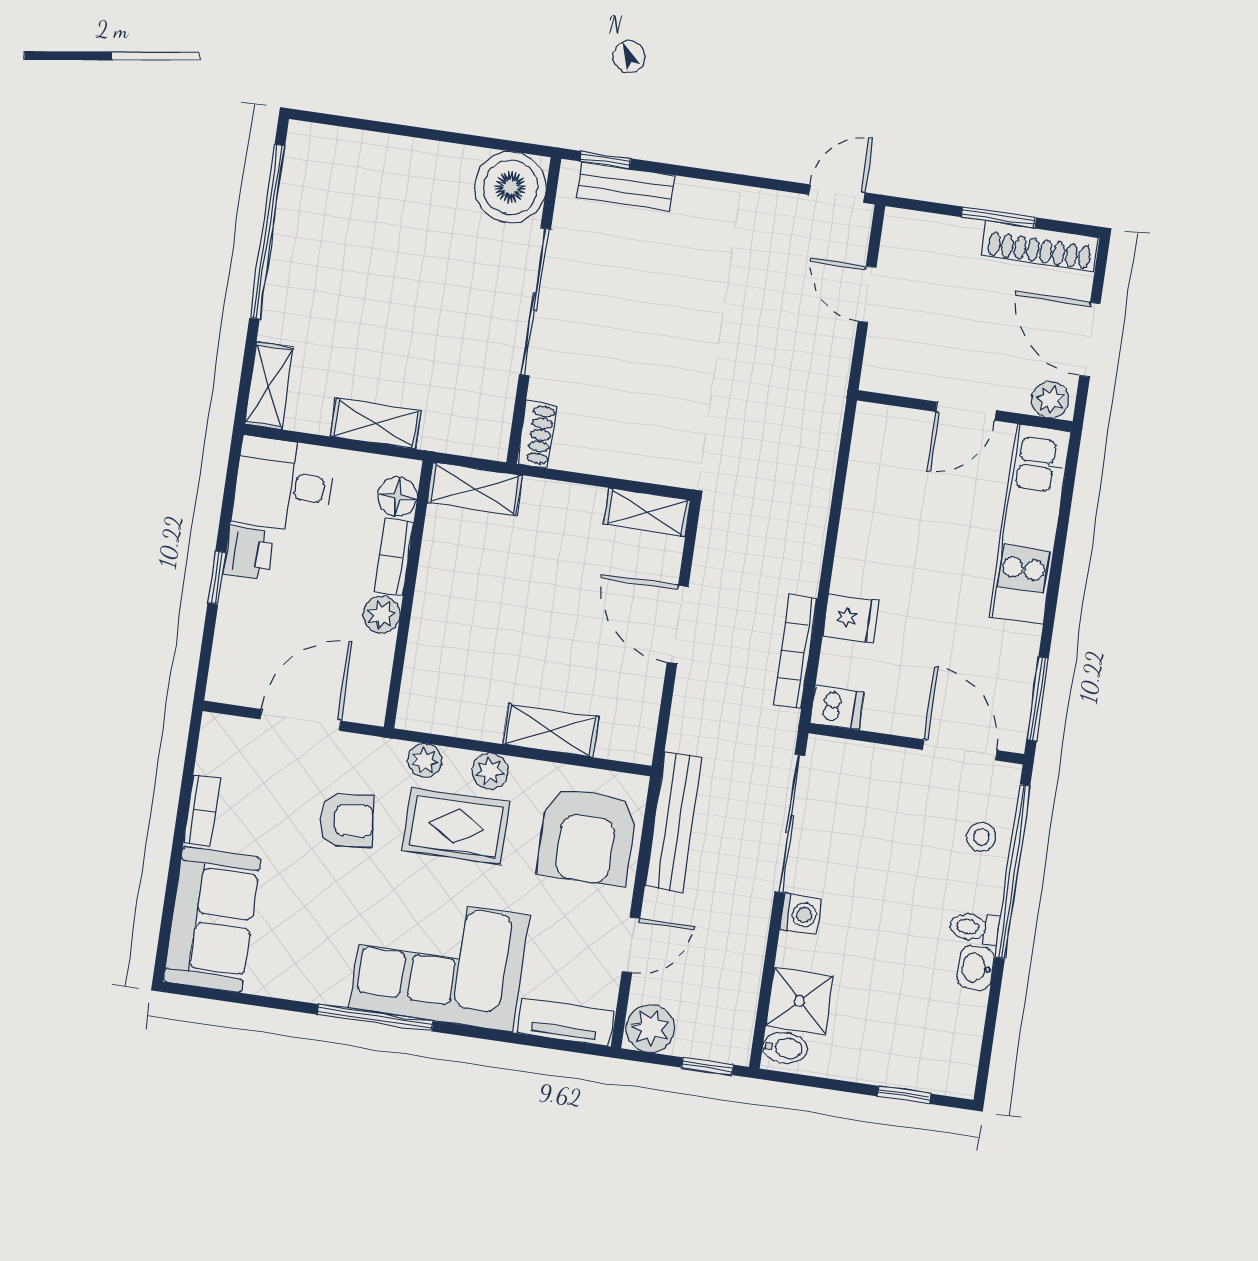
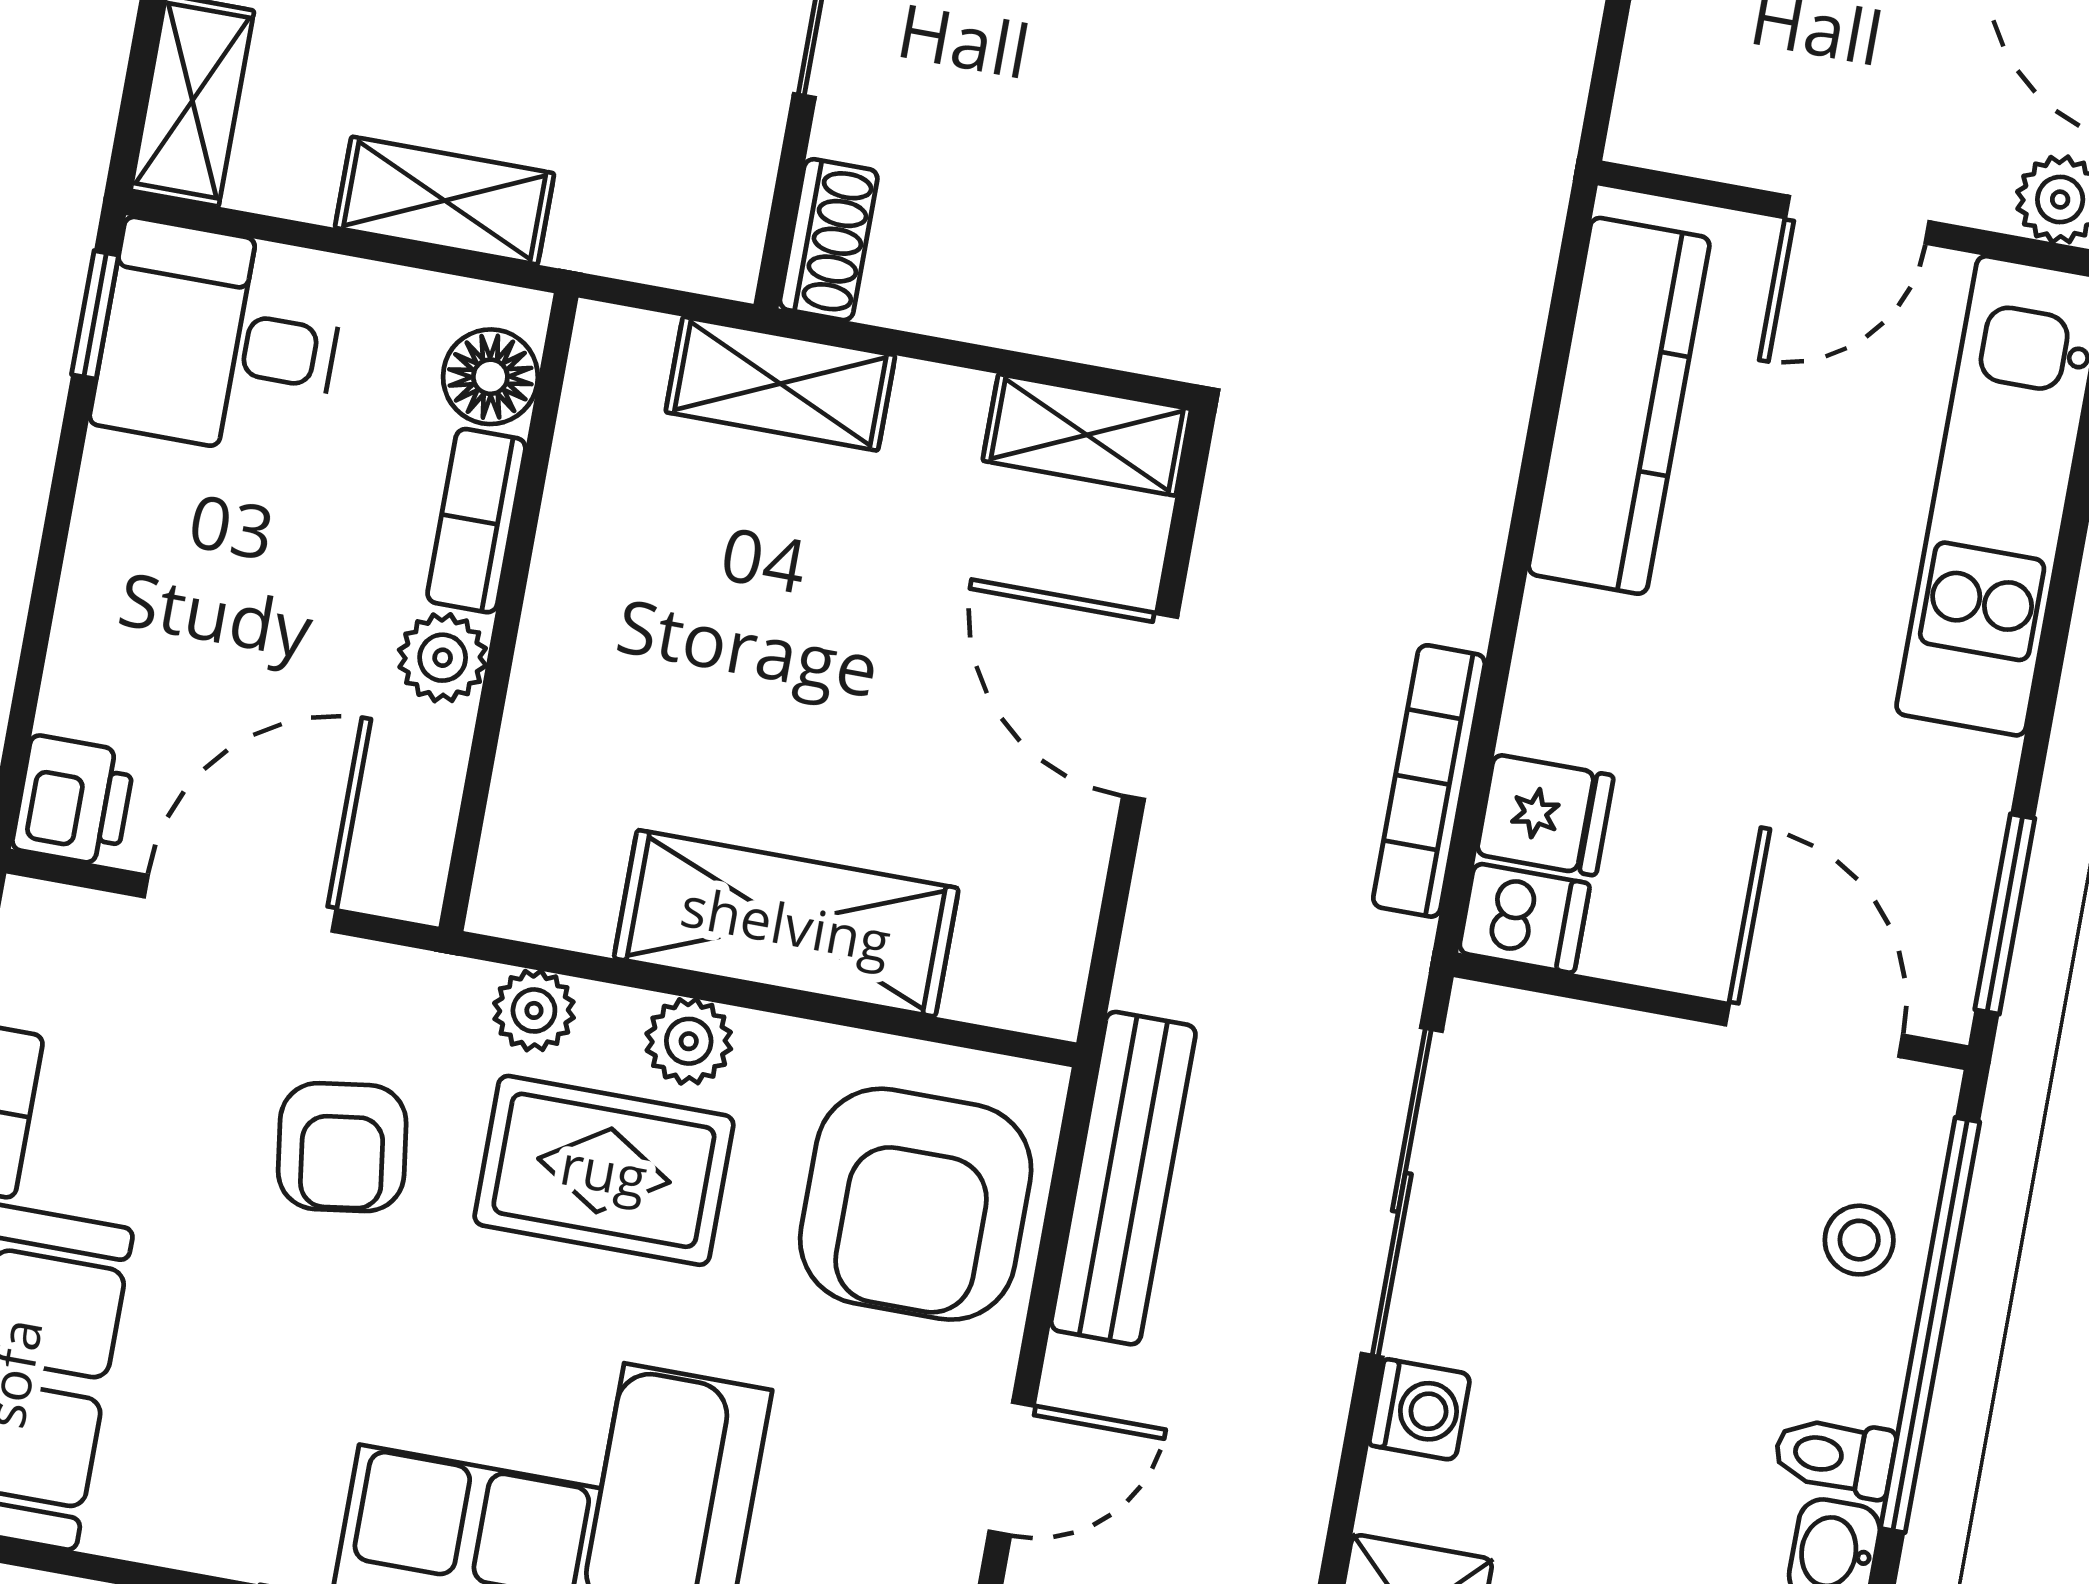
shelving: (475, 489) -> (780, 384), moved
kitchen counter: (869, 492) -> (1619, 406), added
printer: (248, 553) -> (74, 801), moved
window: (217, 578) -> (95, 315), moved
fridge: (851, 618) -> (1545, 815), moved
shelving: (550, 730) -> (786, 923), width x1.50, depth x1.33
armchair: (347, 820) -> (342, 1147), turned 88

